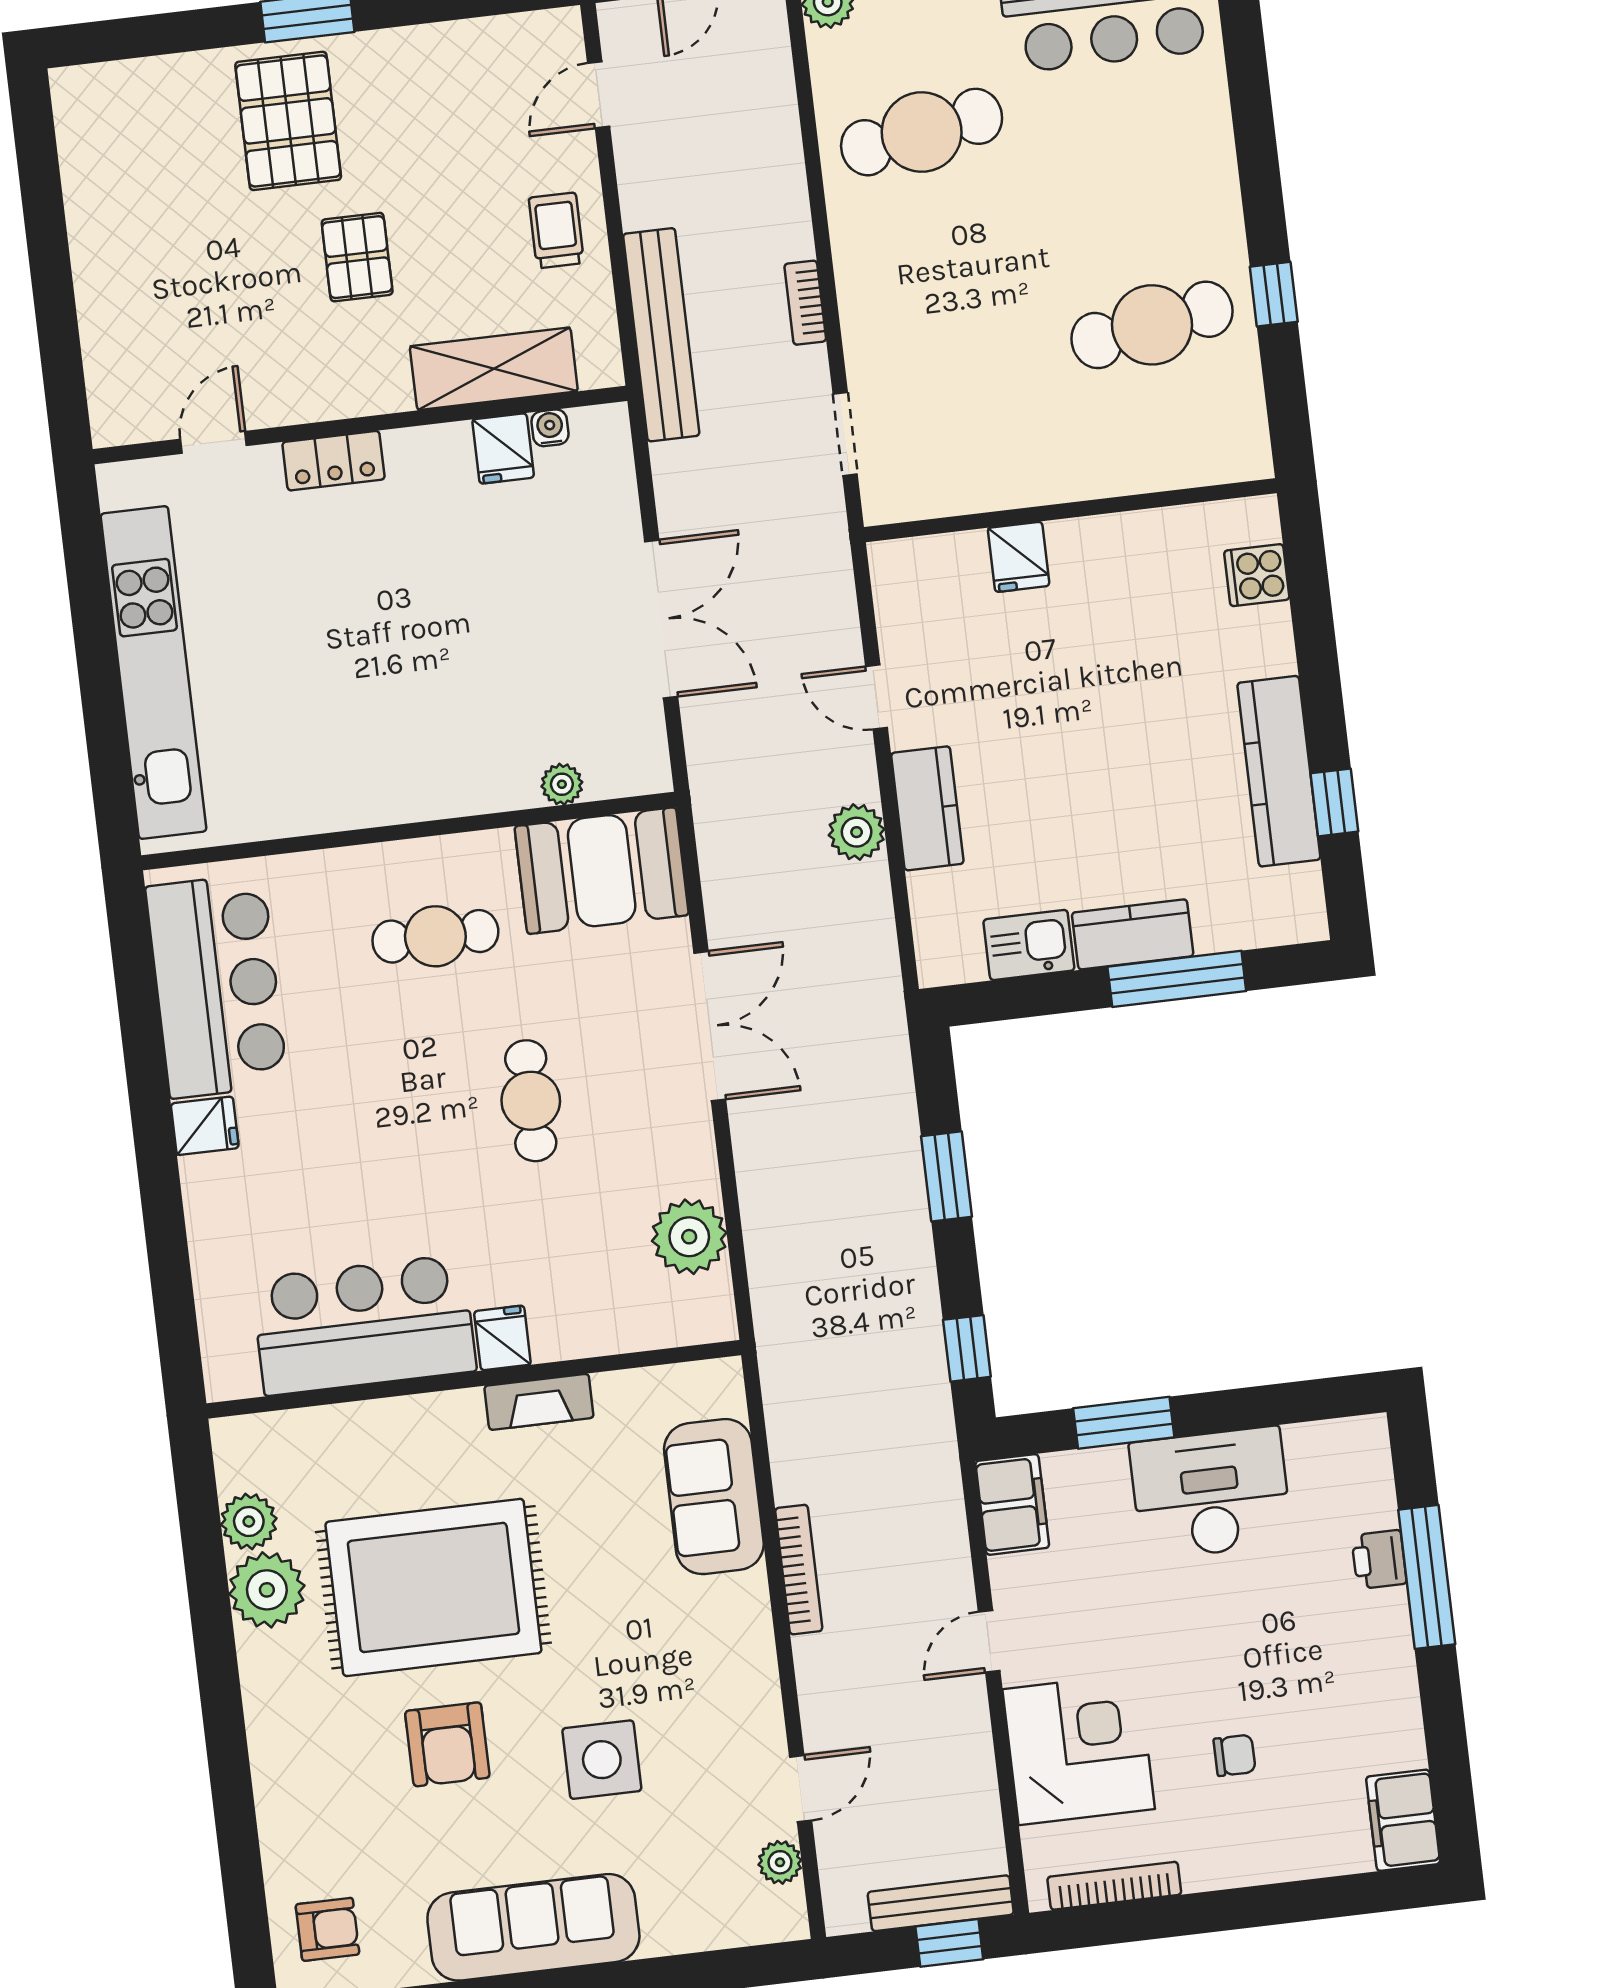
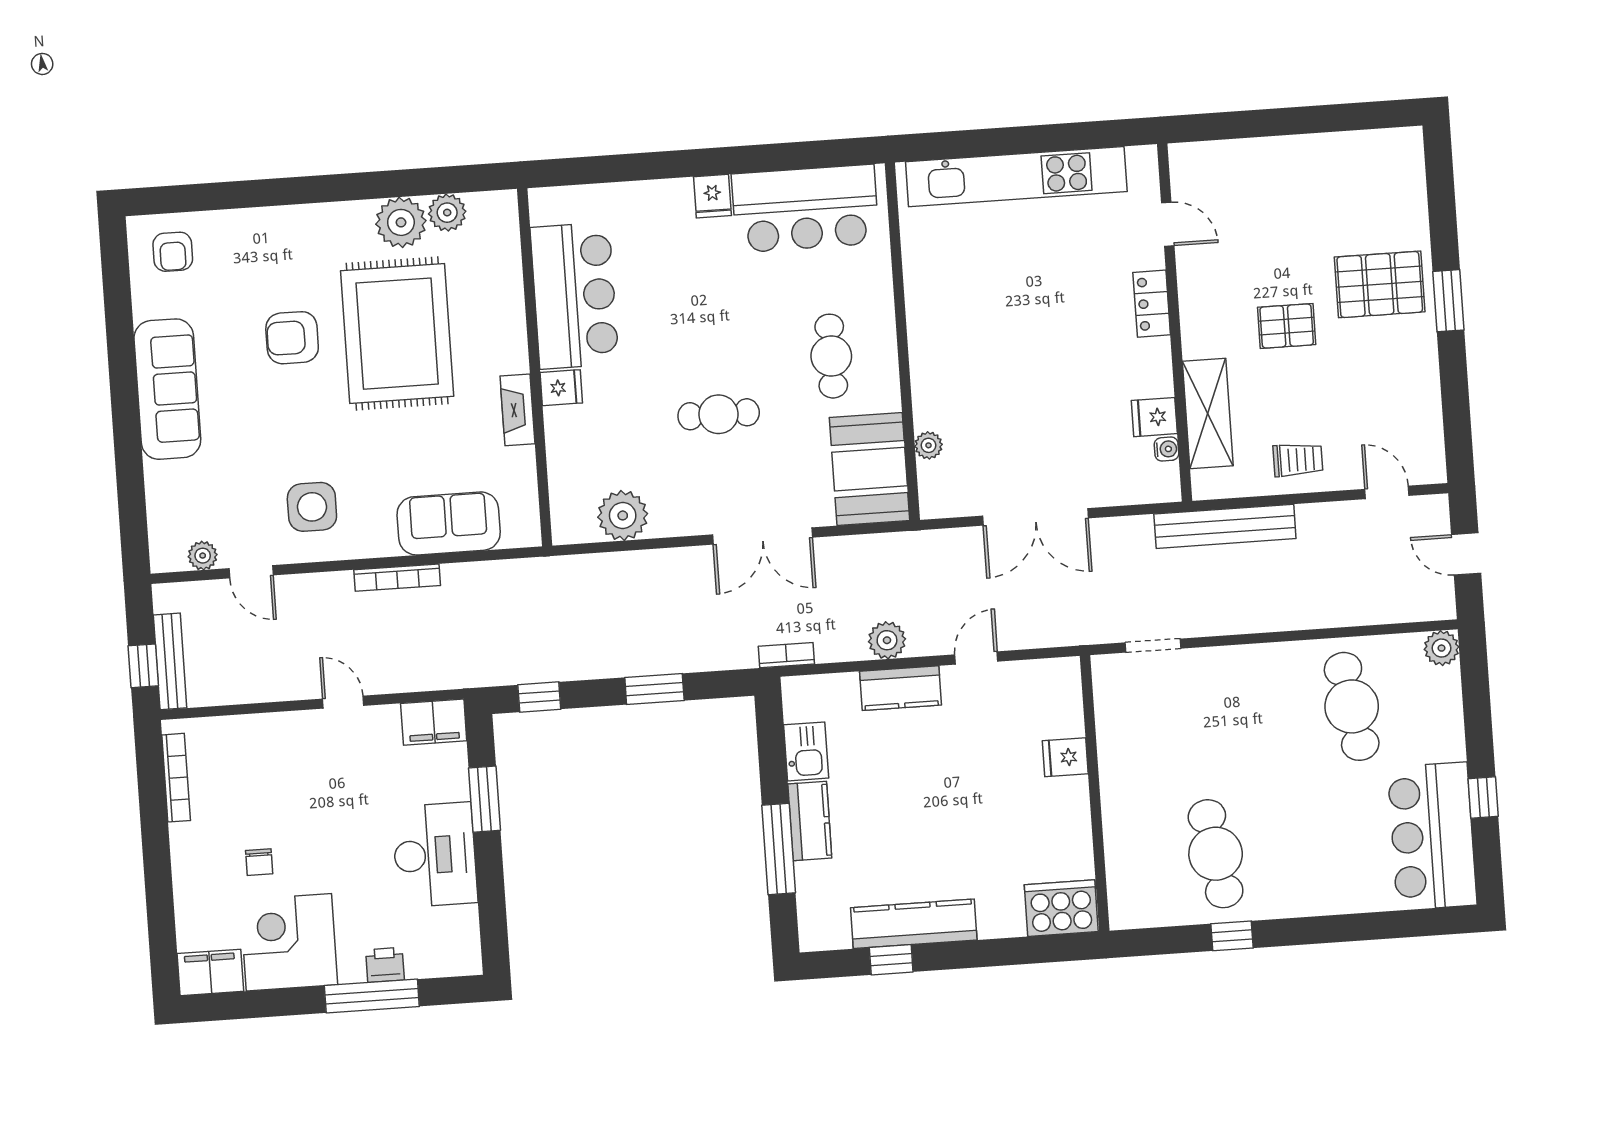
bookcase: (805, 303) -> (786, 655), moved
cooker: (1257, 575) -> (1061, 908), width x1.87, depth x1.31
corner desk: (1079, 1749) -> (289, 942), moved, turned 180
side table: (602, 1760) -> (312, 507), moved

